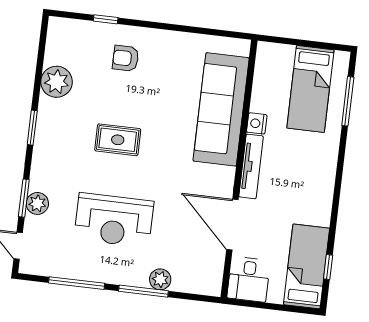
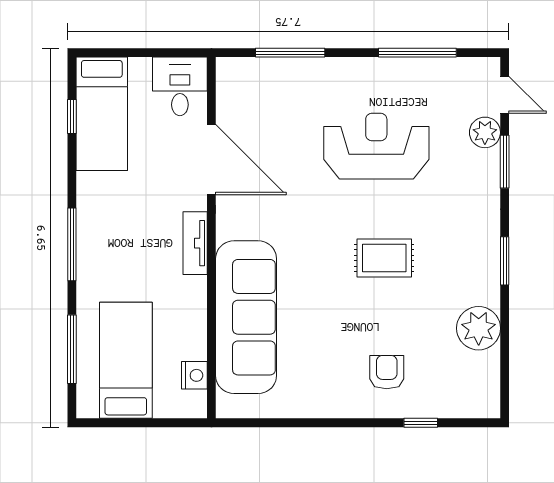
armchair: (126, 58) -> (387, 372), turned -90
nightstand: (257, 123) -> (194, 375), moved
tv unit: (251, 166) -> (195, 243), width x0.71
window: (339, 176) -> (72, 244), added
plant: (37, 203) -> (485, 132), moved
plant: (160, 279) -> (302, 72), removed
window: (143, 291) -> (290, 53), moved

